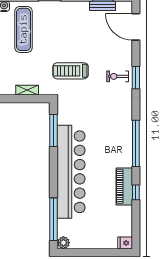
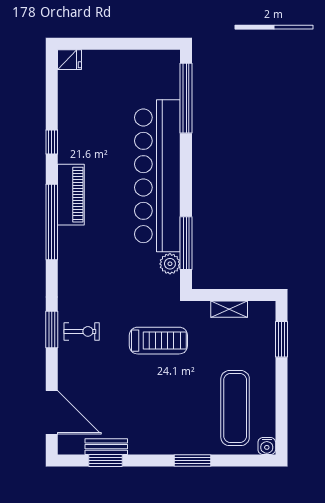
piano: (124, 187) -> (71, 195), moved
plant: (63, 243) -> (170, 264), moved

